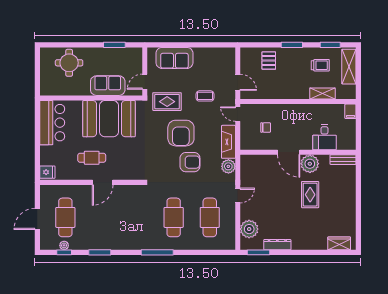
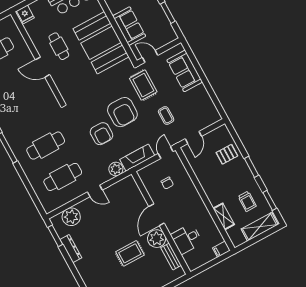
armchair: (181, 133) -> (122, 112), turned -90
bench: (343, 160) -> (171, 257), moved

